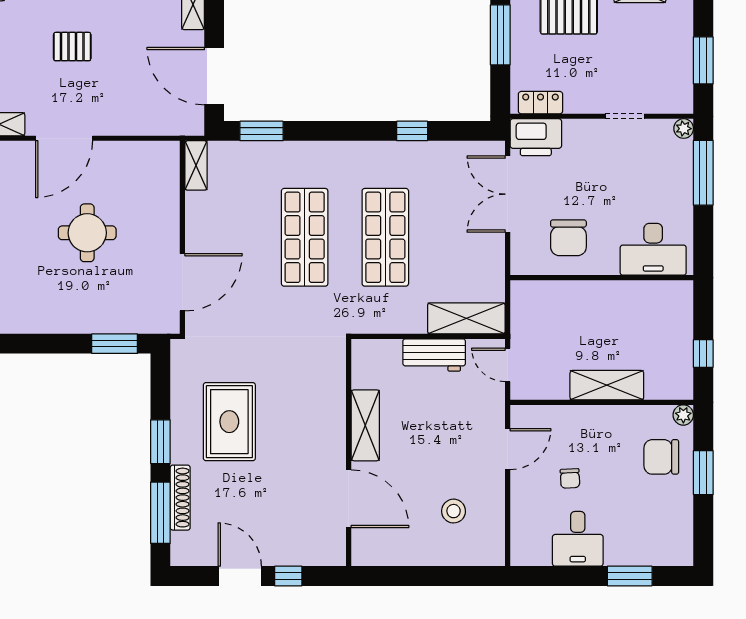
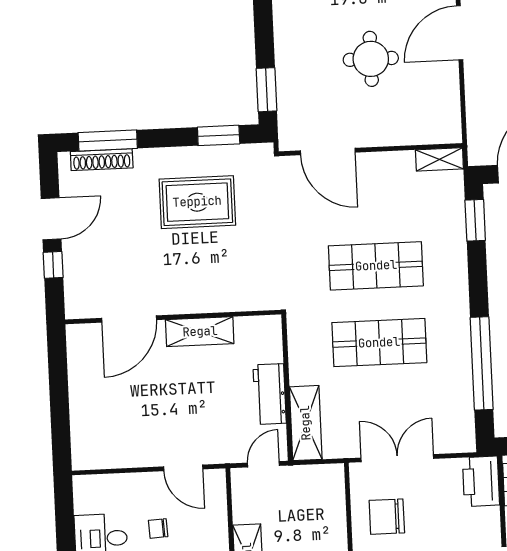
window: (412, 131) -> (482, 363), width x3.17
door: (64, 138) -> (460, 33), hinge flipped
double door: (508, 194) -> (397, 458), moved
window: (160, 442) -> (219, 135), moved
shoe rack: (180, 498) -> (102, 160), moved
stool: (454, 511) -> (122, 419), removed

